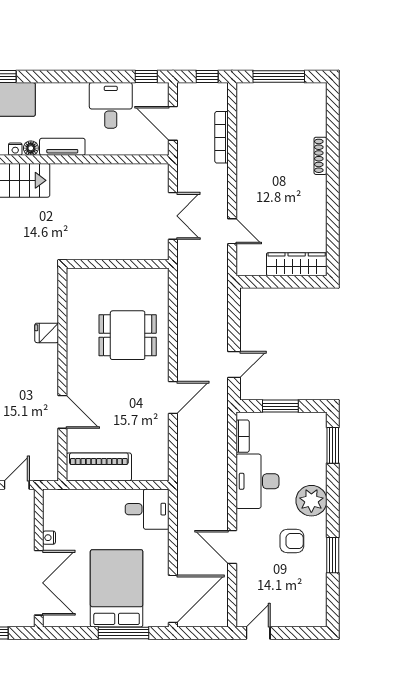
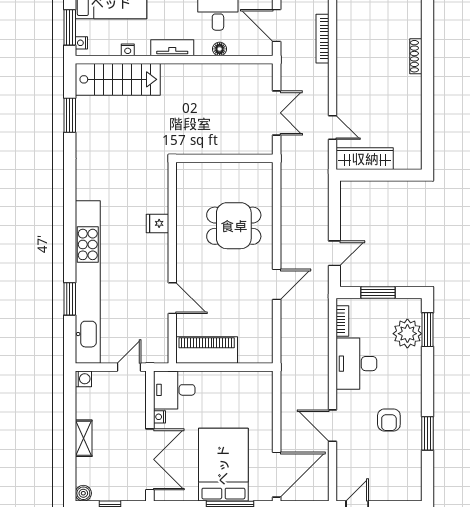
floor lamp: (31, 148) -> (220, 49), moved
wardrobe: (297, 264) -> (365, 159), moved
plant: (311, 501) -> (407, 334), moved
desk: (147, 509) -> (174, 390), moved, turned 180
armchair: (292, 541) -> (389, 420), turned 90

